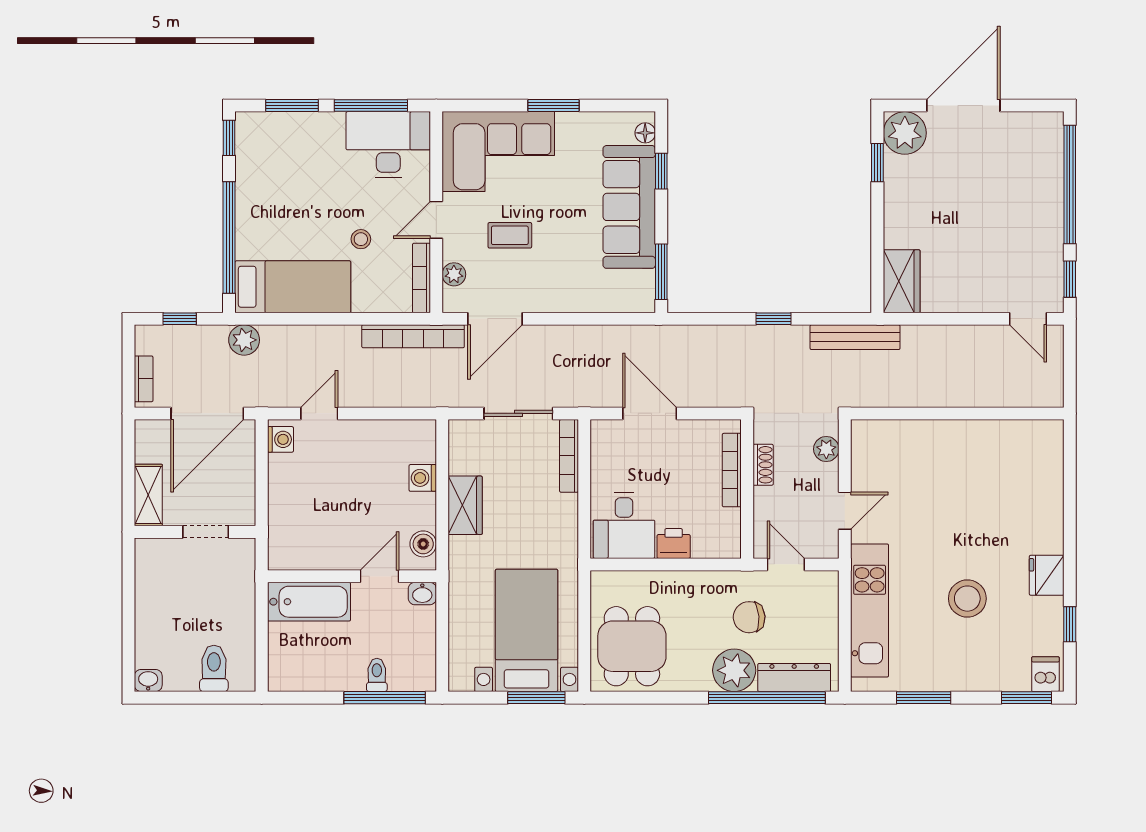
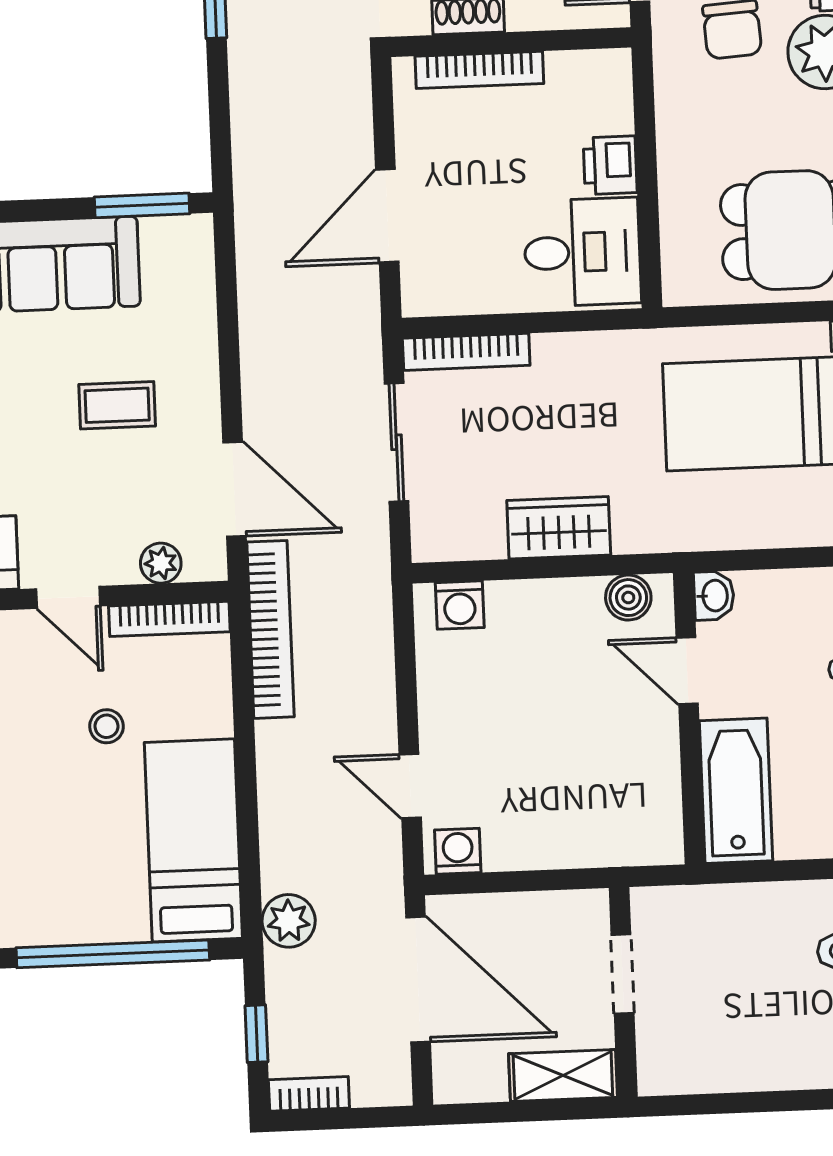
coffee table: (510, 235) -> (117, 405), moved, turned 90
bookcase: (144, 379) -> (309, 1094), moved
washing machine: (423, 478) -> (460, 605), moved

